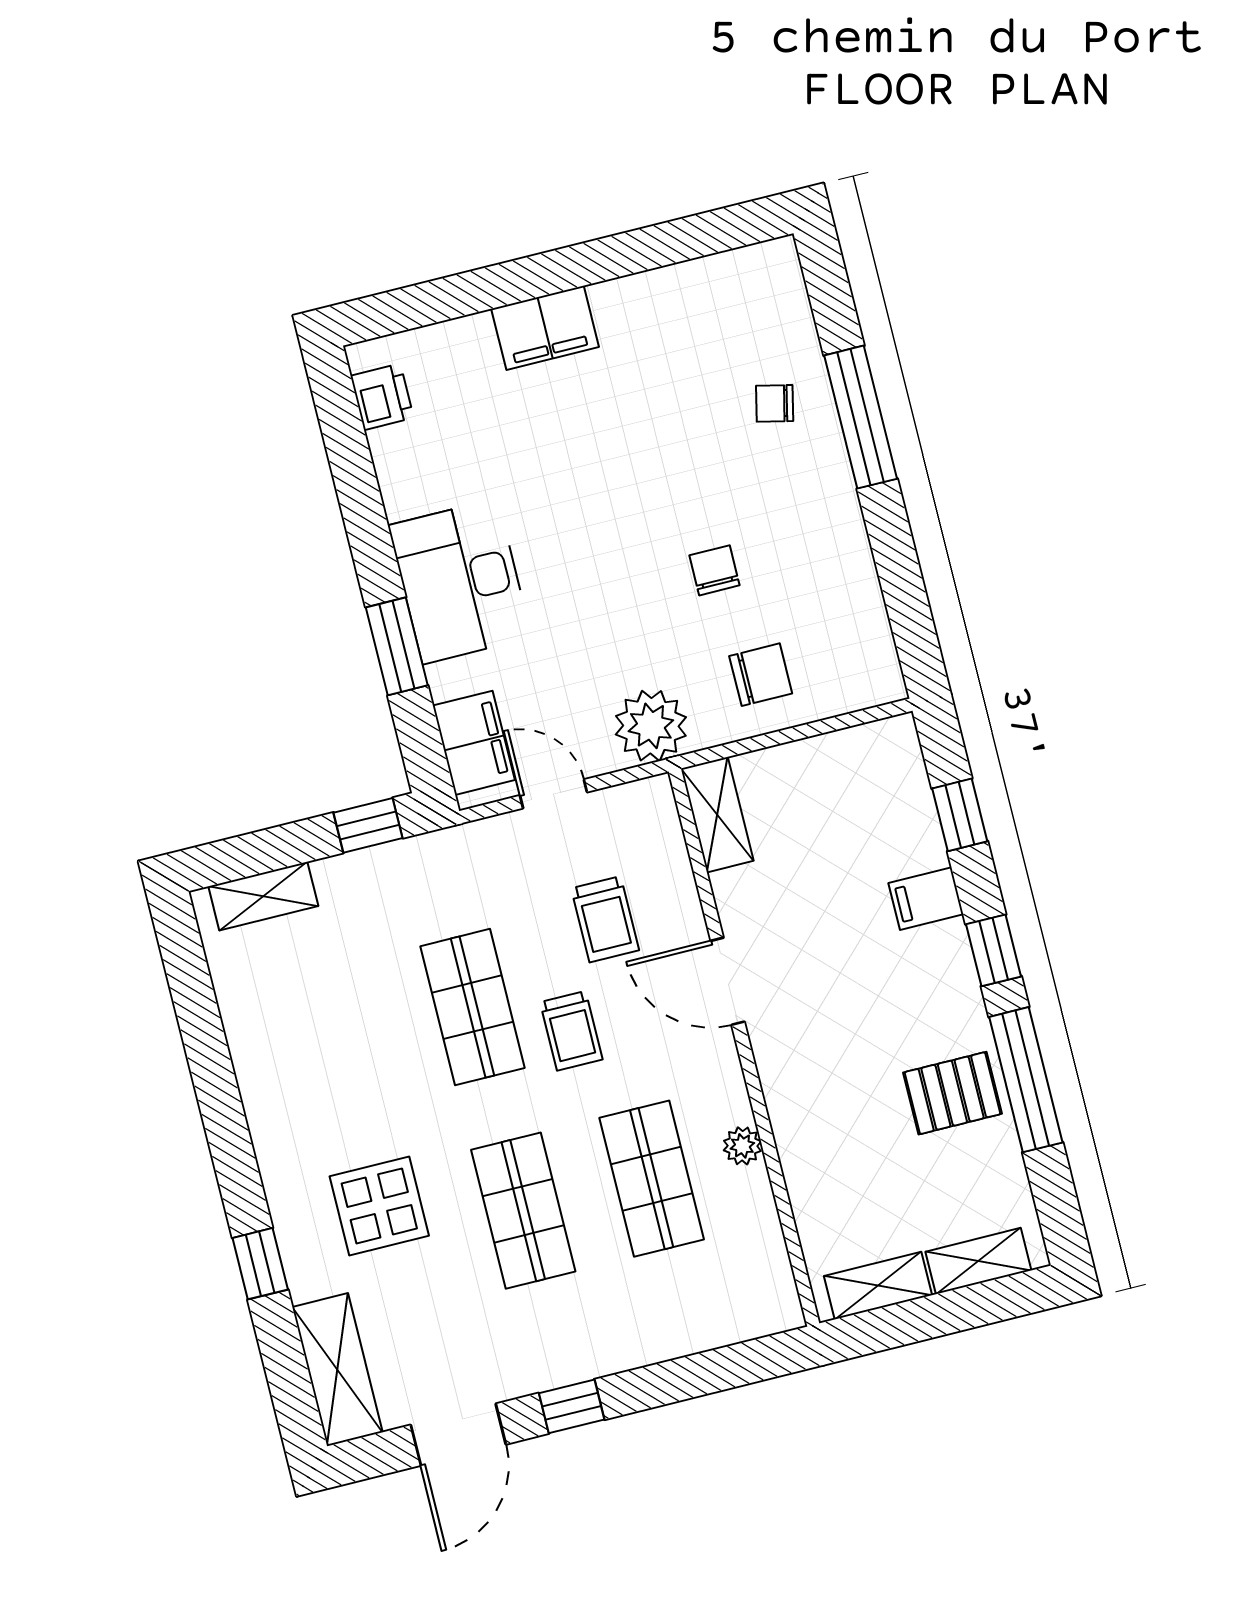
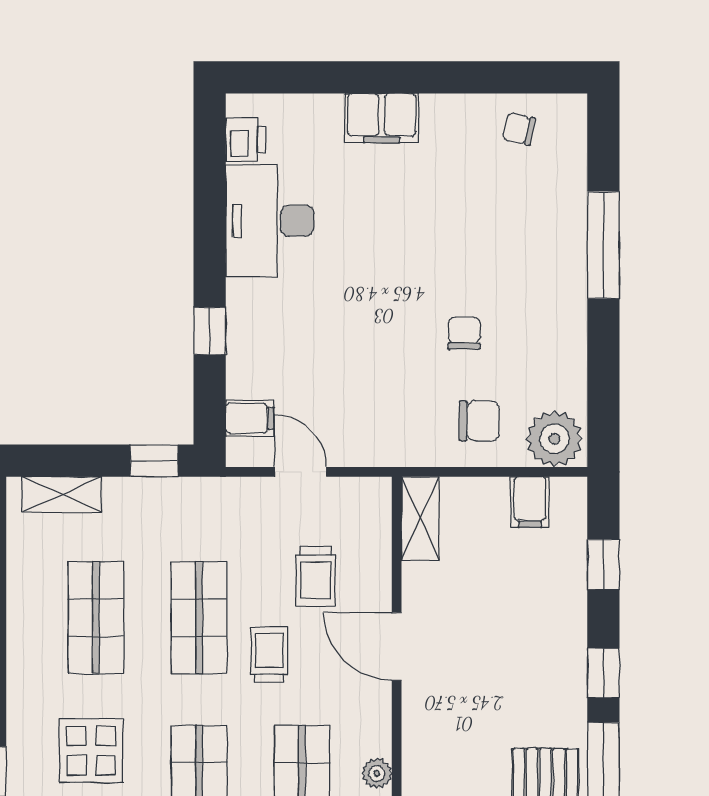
chair: (775, 403) -> (519, 129), moved
desk: (460, 581) -> (270, 221), moved
window: (397, 646) -> (210, 331), width x0.67
plant: (651, 726) -> (554, 439), moved
filing cabinet: (474, 743) -> (250, 418), width x0.50
filing cabinet: (926, 899) -> (530, 502), moved, turned -90
trolley: (571, 1031) -> (269, 654), turned 180
shop shelf: (344, 1039) -> (96, 618), added

